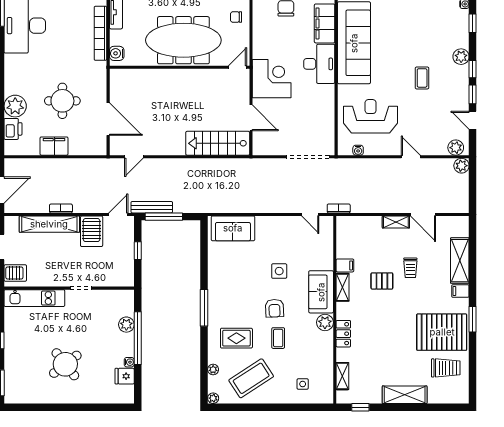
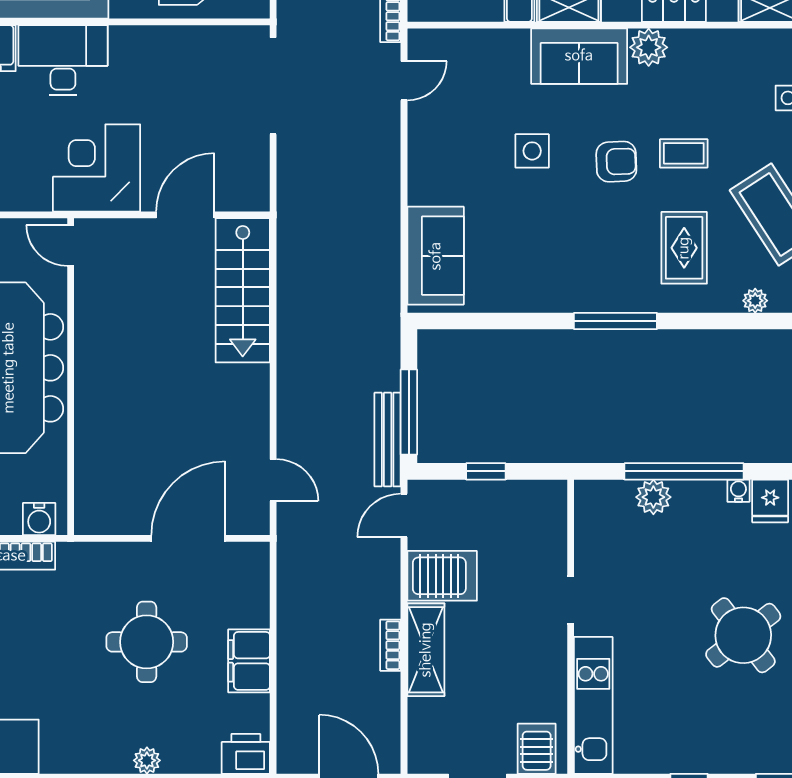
plant: (15, 106) -> (147, 760), width x0.53, depth x0.53
printer: (13, 129) -> (246, 754), moved
door: (118, 214) -> (404, 515), hinge flipped
shelving: (49, 224) -> (426, 650), width x0.68

